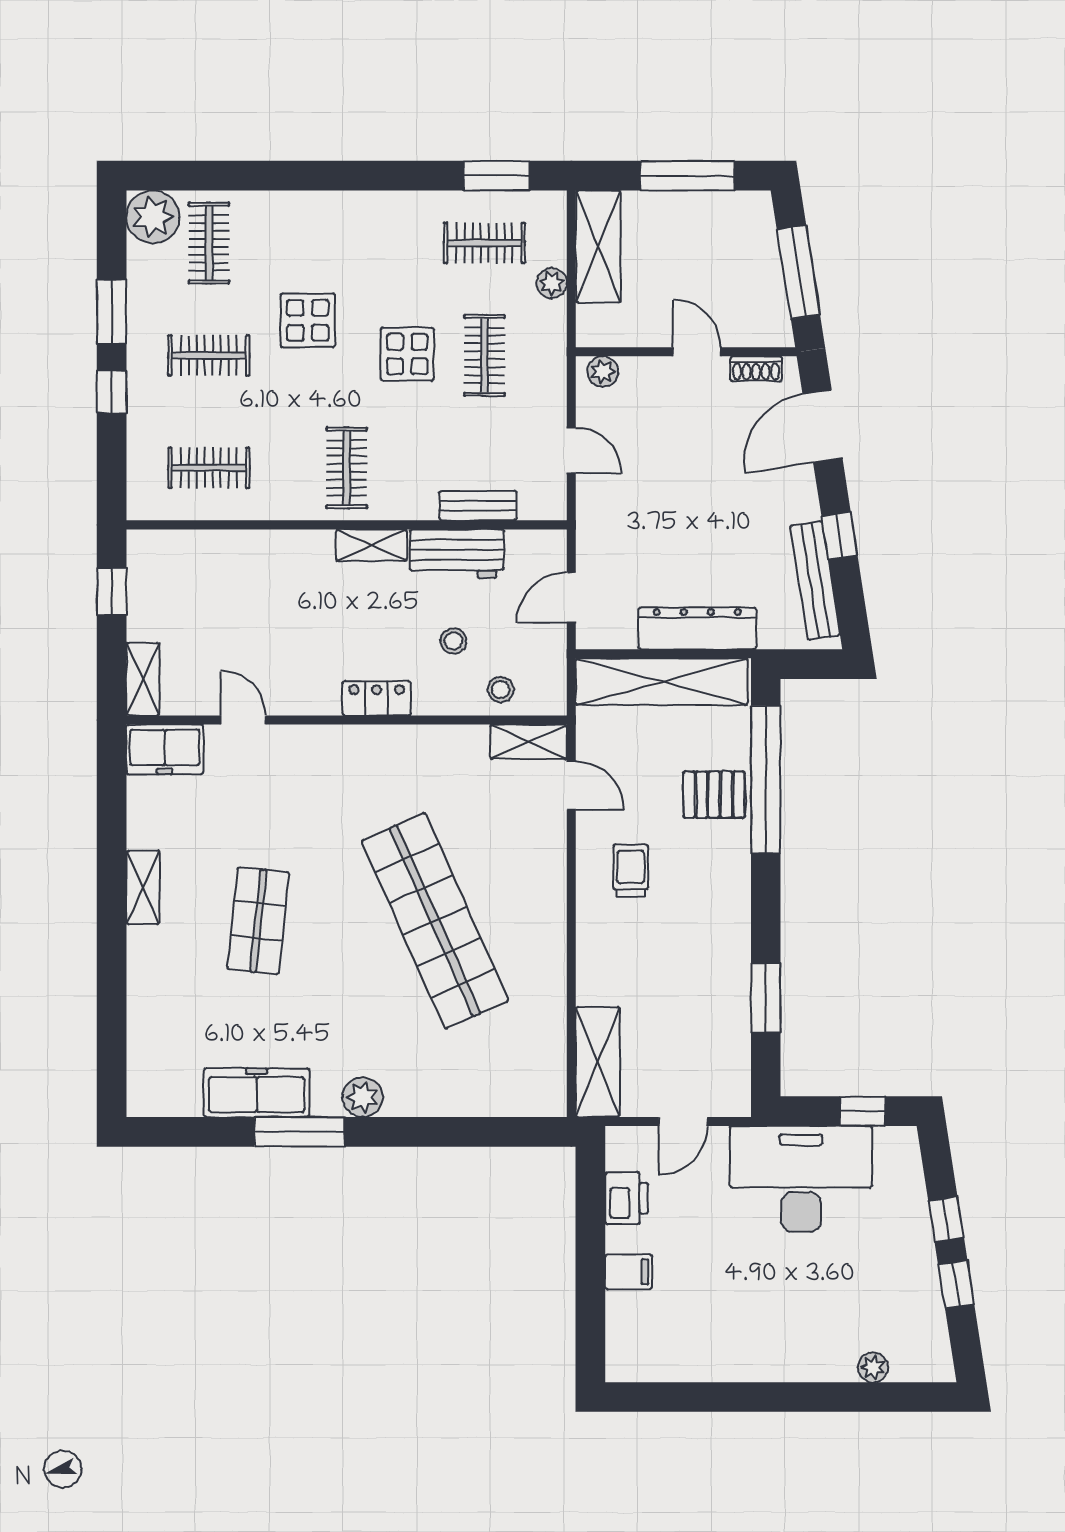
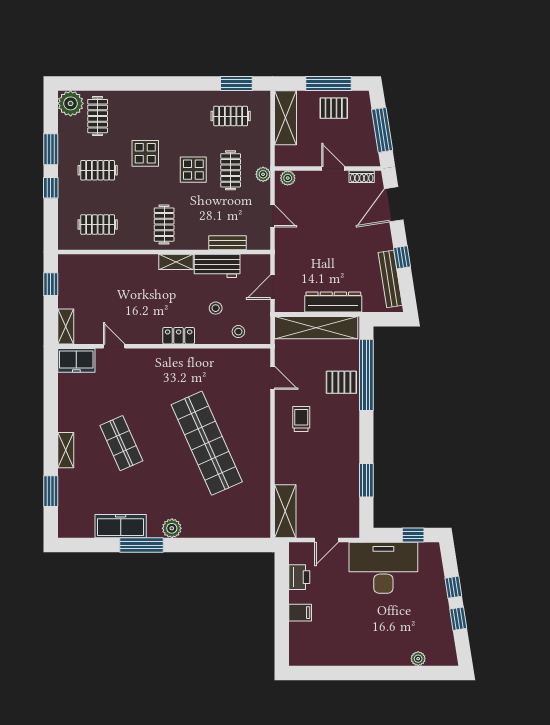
pallet: (698, 227) -> (334, 108), added
plant: (552, 283) -> (263, 174), moved
shelving: (528, 742) -> (252, 357), removed
shelving: (143, 887) -> (66, 450), moved
shop shelf: (258, 921) -> (121, 443), turned -30
window: (112, 1020) -> (51, 491), added

